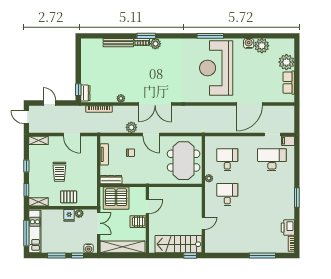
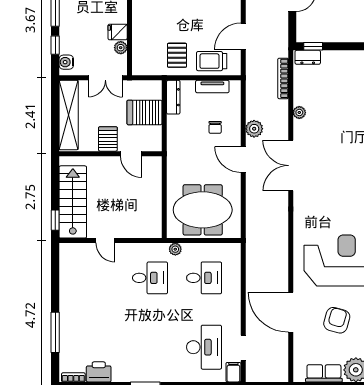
armchair: (255, 74) -> (337, 320), added
door: (151, 135) -> (243, 160), hinge flipped
trolley: (59, 172) -> (212, 61), moved
pallet: (69, 197) -> (177, 55), moved
server rack: (116, 198) -> (144, 112), width x0.62

